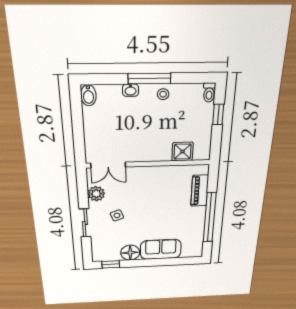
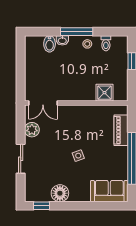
toilet: (209, 93) -> (106, 43), moved
bidet: (88, 95) -> (50, 44), moved
side table: (117, 215) -> (78, 156), moved
sofa: (161, 249) -> (109, 191), moved

